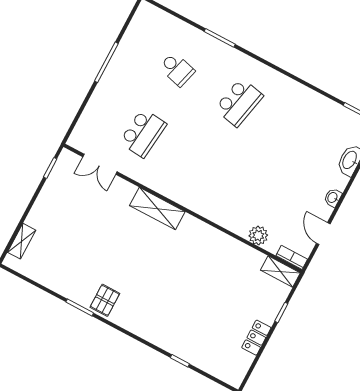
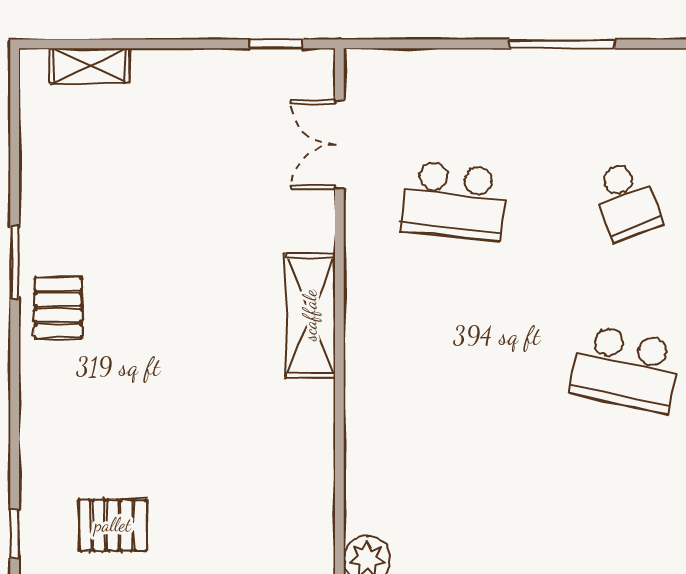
school desk: (177, 69) -> (626, 201), turned -36
pallet: (105, 300) -> (58, 308), turned 90
pallet: (196, 323) -> (113, 525), added

